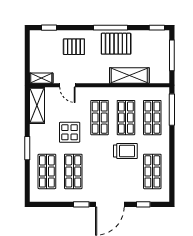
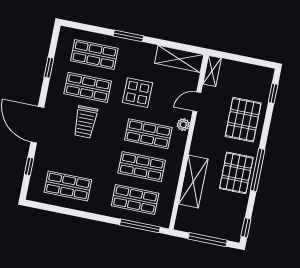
pallet: (74, 47) -> (243, 120), width x1.50, depth x1.42
plant: (87, 92) -> (183, 125), added
trolley: (125, 151) -> (85, 122), moved
window: (81, 204) -> (49, 68), moved

